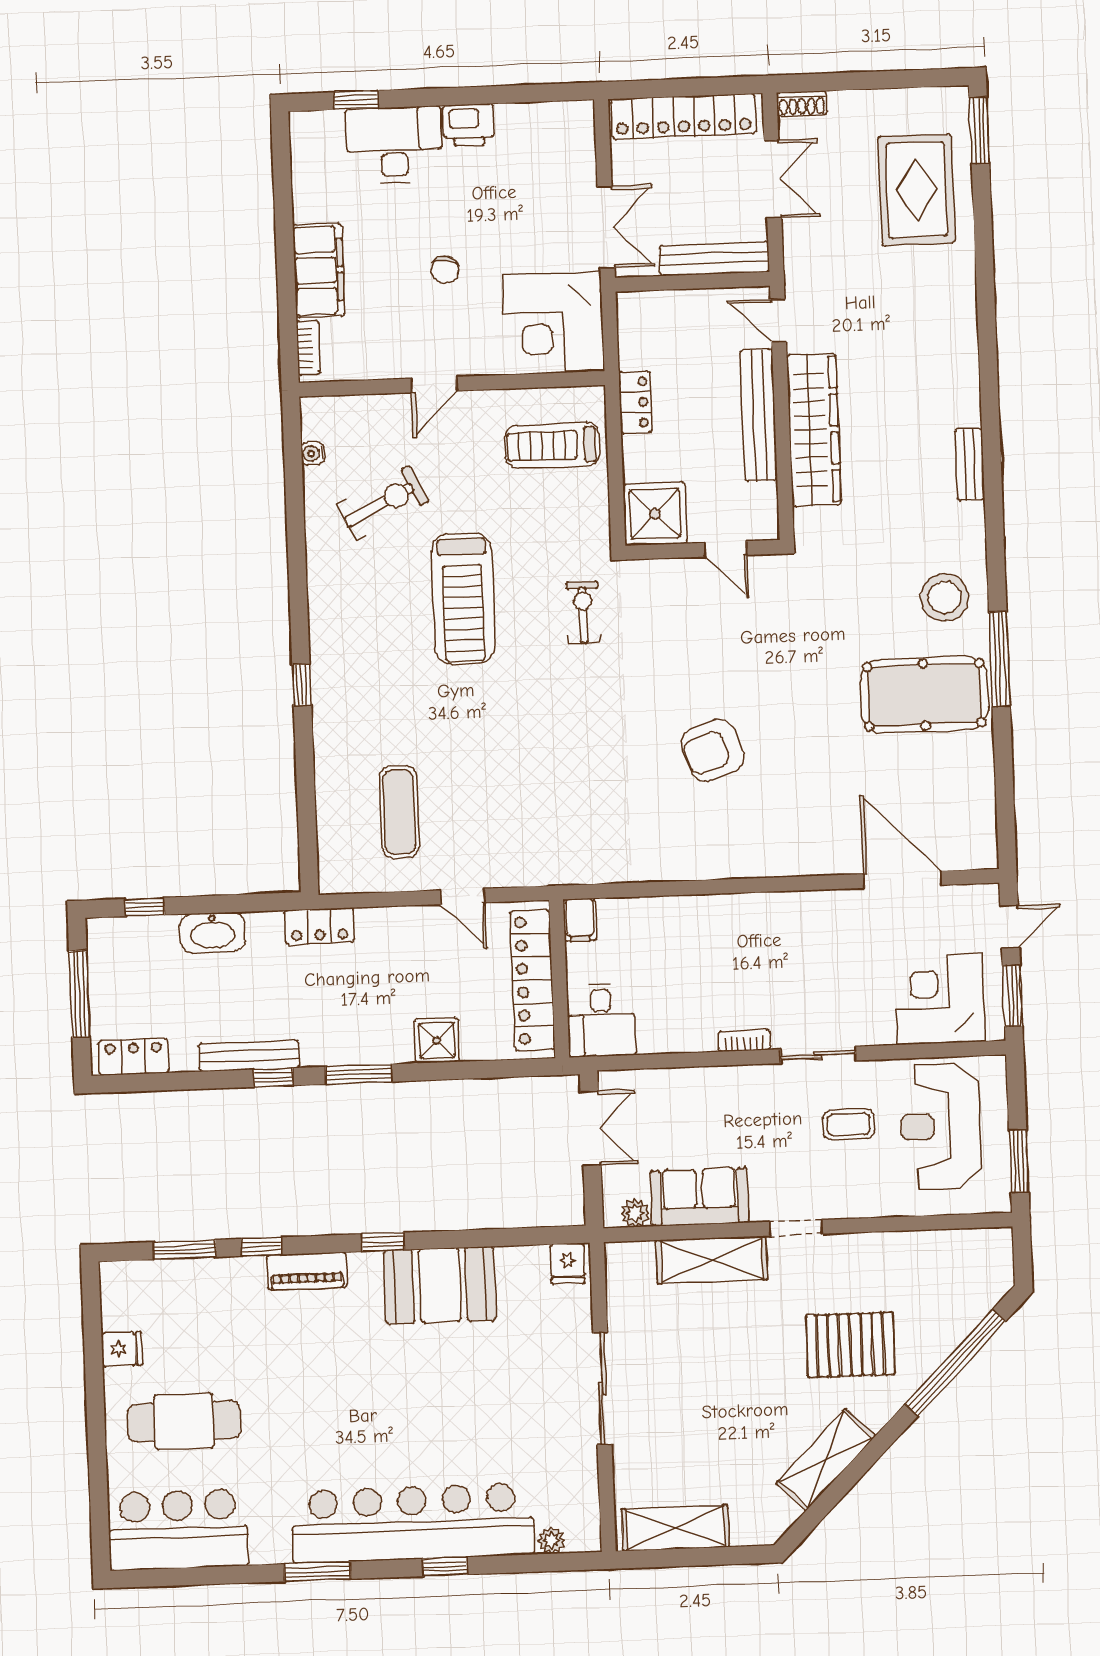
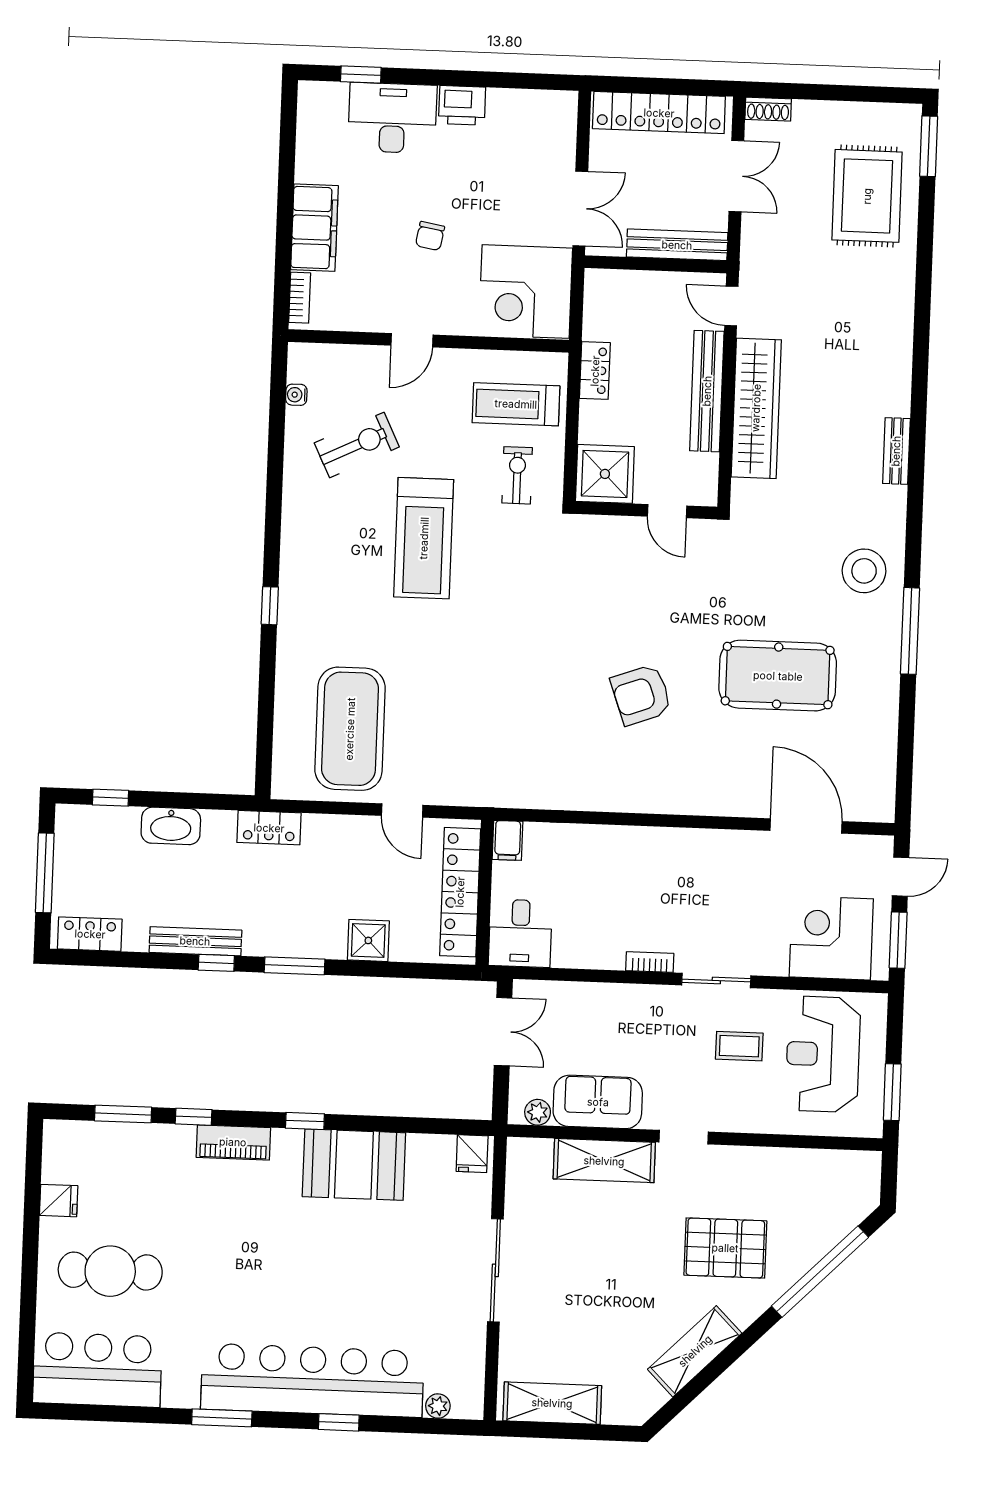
exercise bike: (583, 612) -> (517, 475), moved
pool table: (924, 695) -> (778, 676), moved
exercise mat: (399, 812) -> (350, 729), width x2.00, depth x1.45

